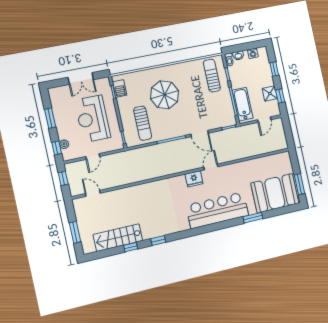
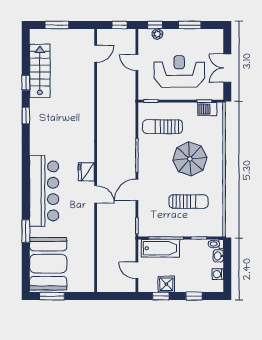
sun lounger: (212, 76) -> (189, 202), moved

